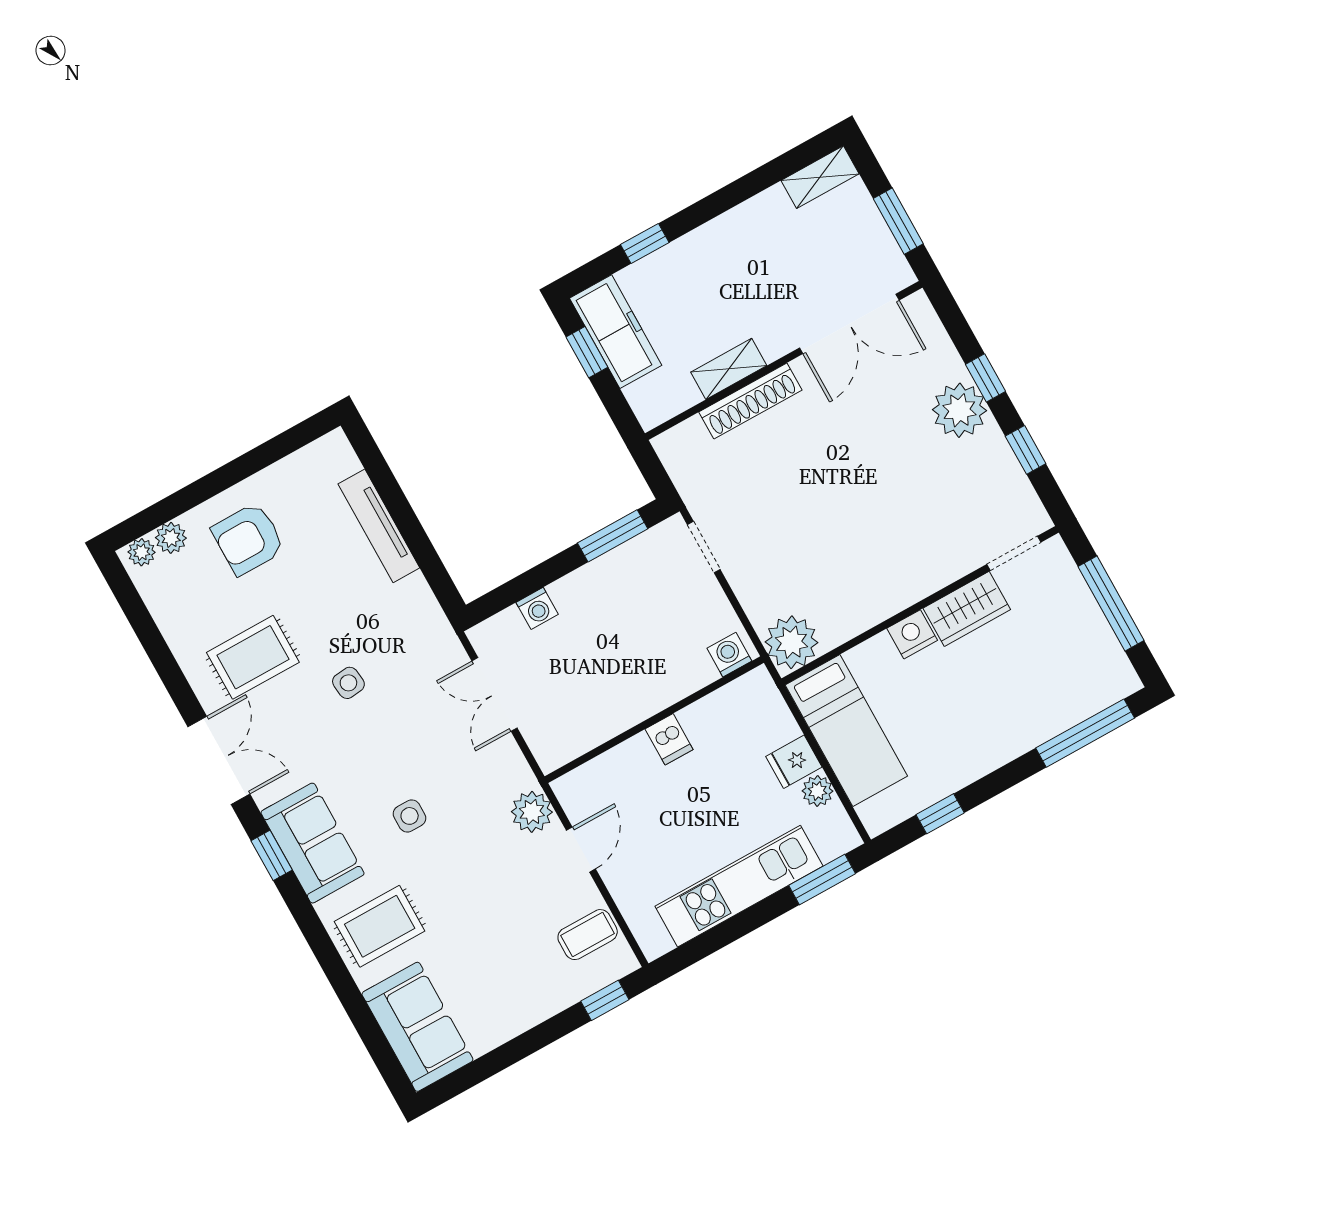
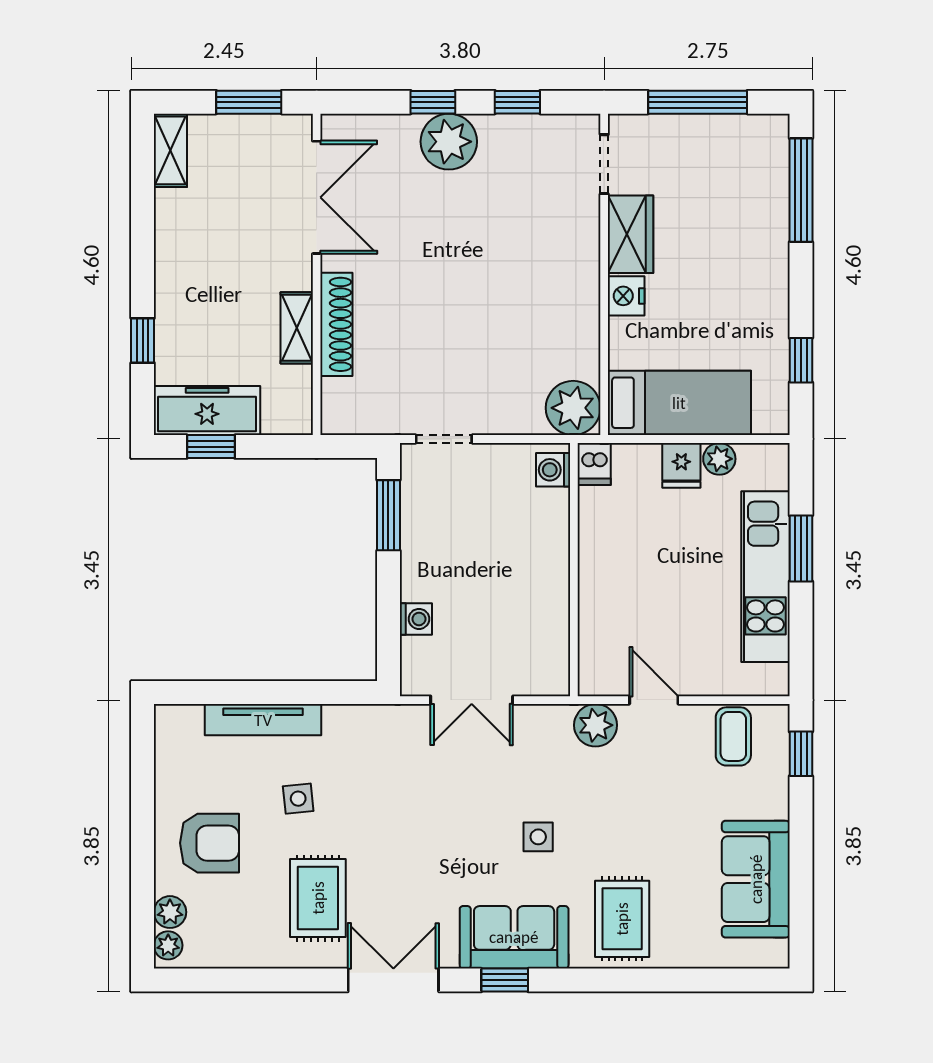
armchair: (248, 539) -> (209, 843), turned -90
side table: (348, 683) -> (298, 799), moved
dishwasher: (669, 739) -> (594, 464), moved, turned 90
window: (822, 879) -> (801, 548), moved
sofa: (417, 1027) -> (756, 879), moved, turned -90

